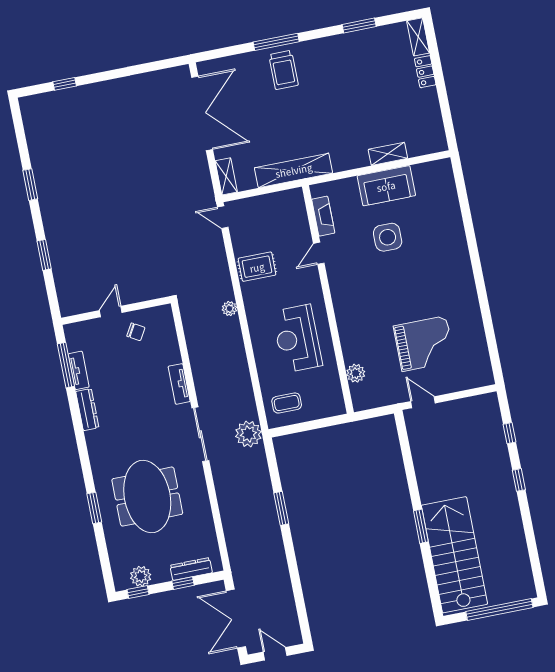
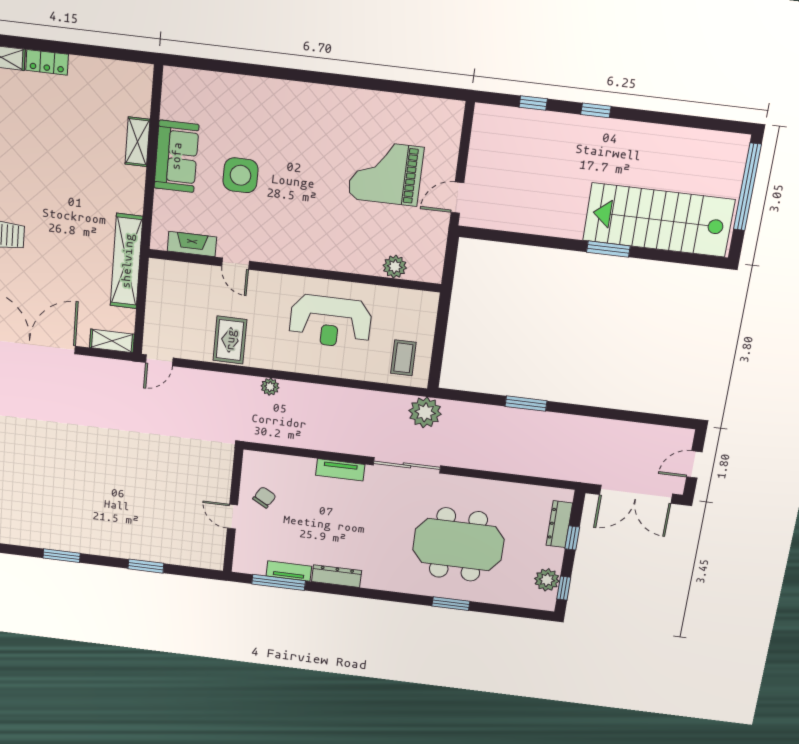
grand piano: (424, 344) -> (386, 173), turned -90

